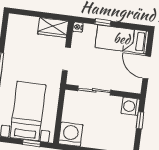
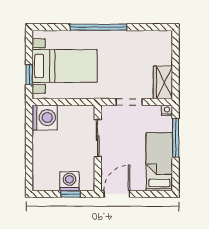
window: (103, 23) -> (176, 138), width x2.17
door: (147, 67) -> (117, 194), moved
washing machine: (130, 106) -> (69, 181), moved

